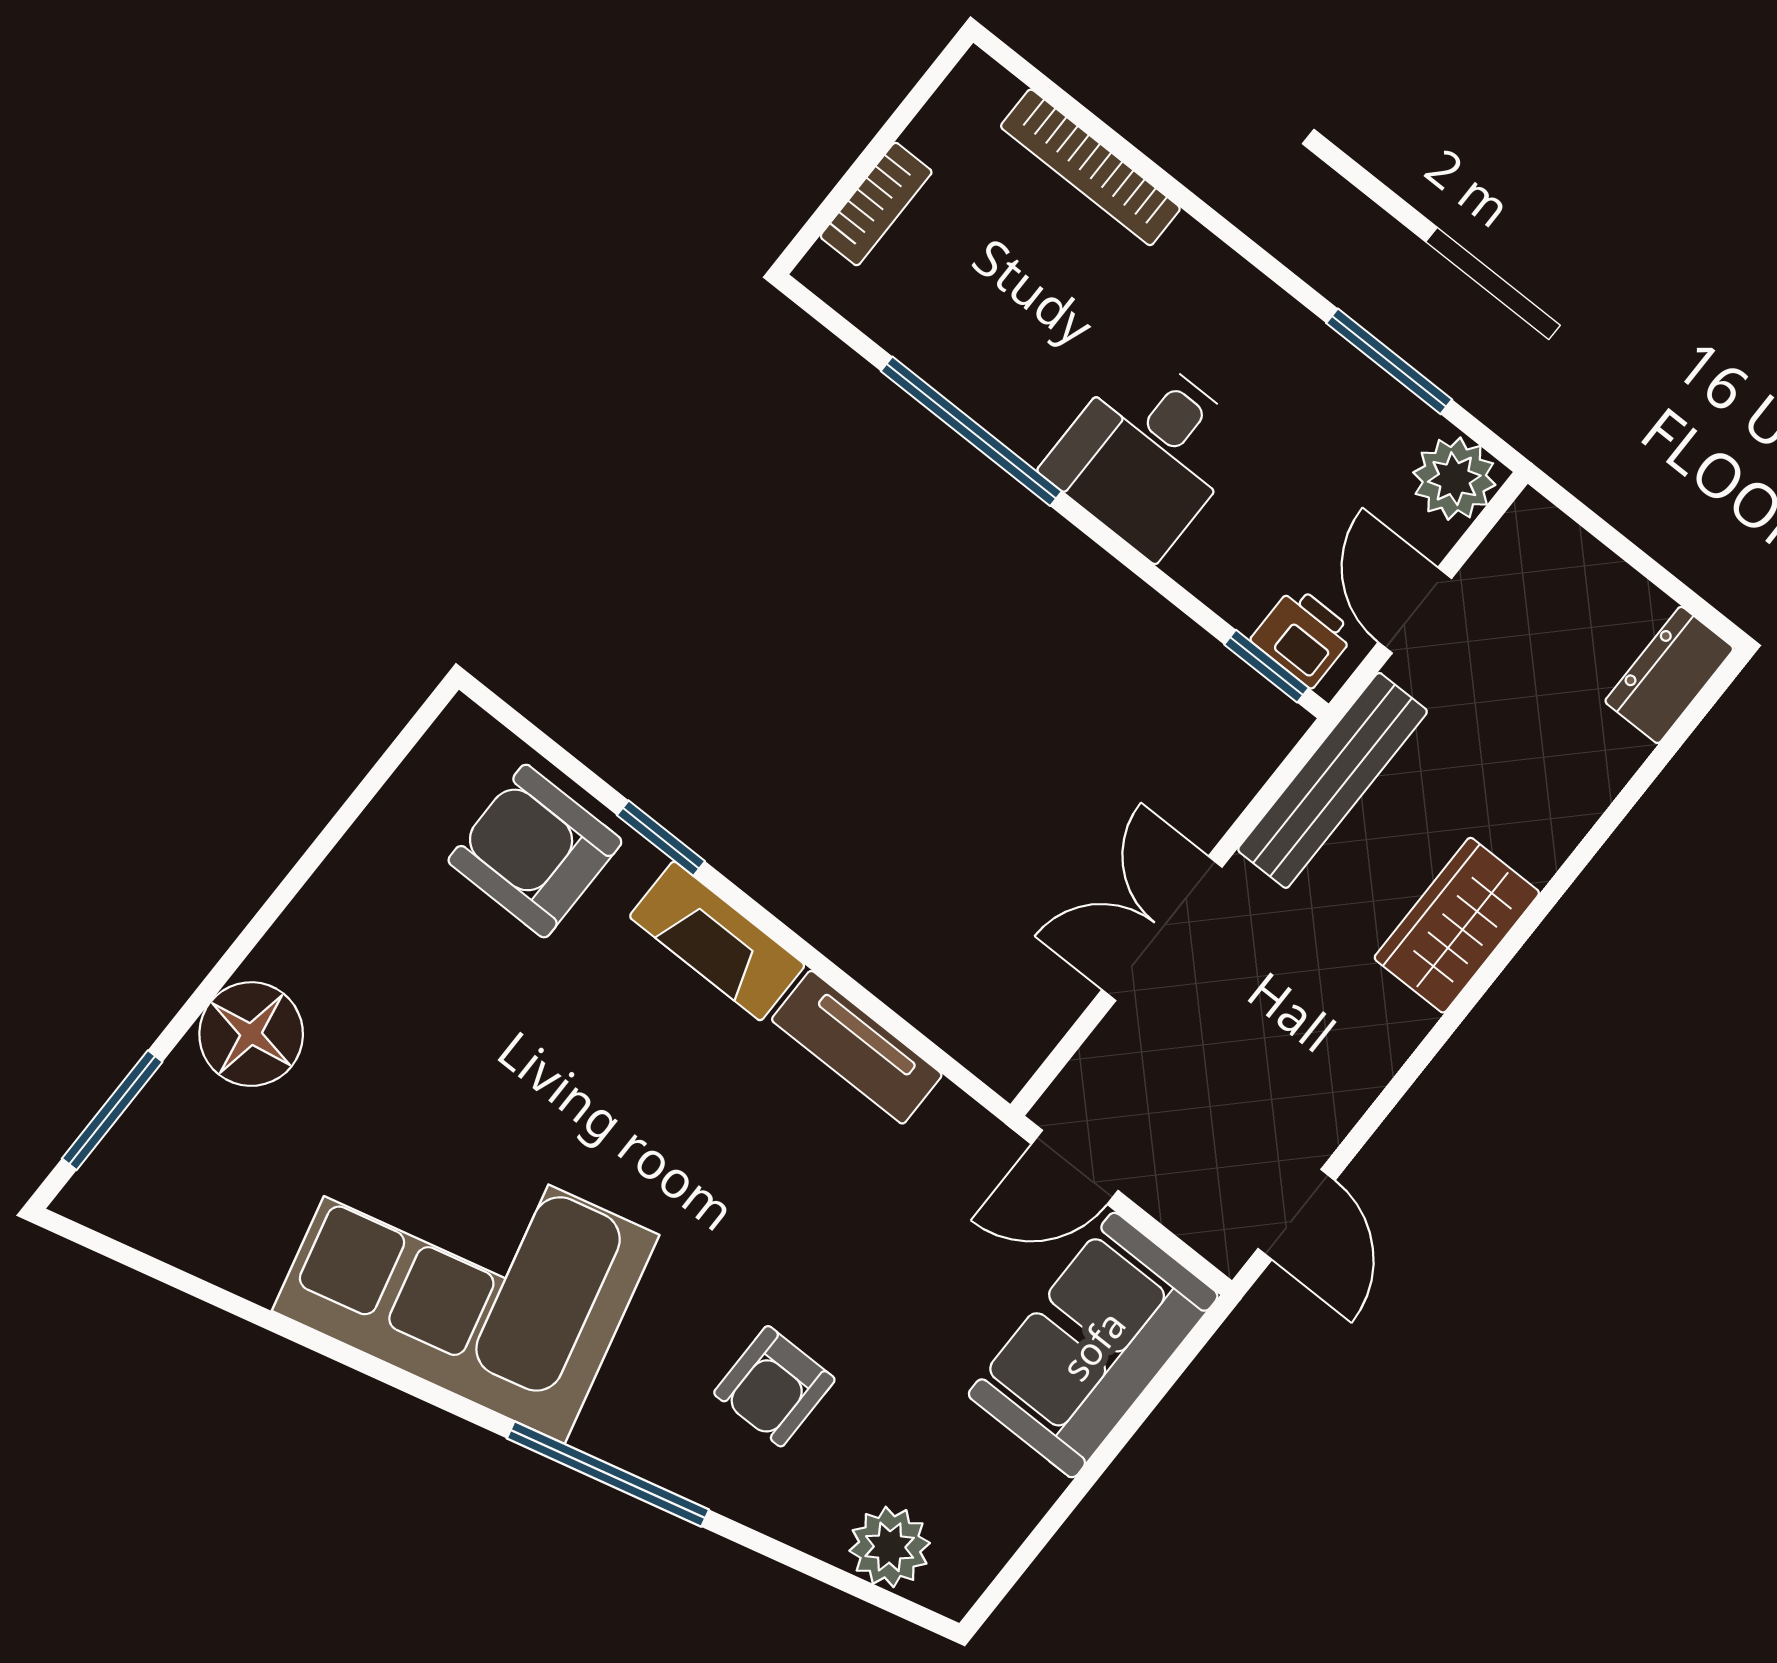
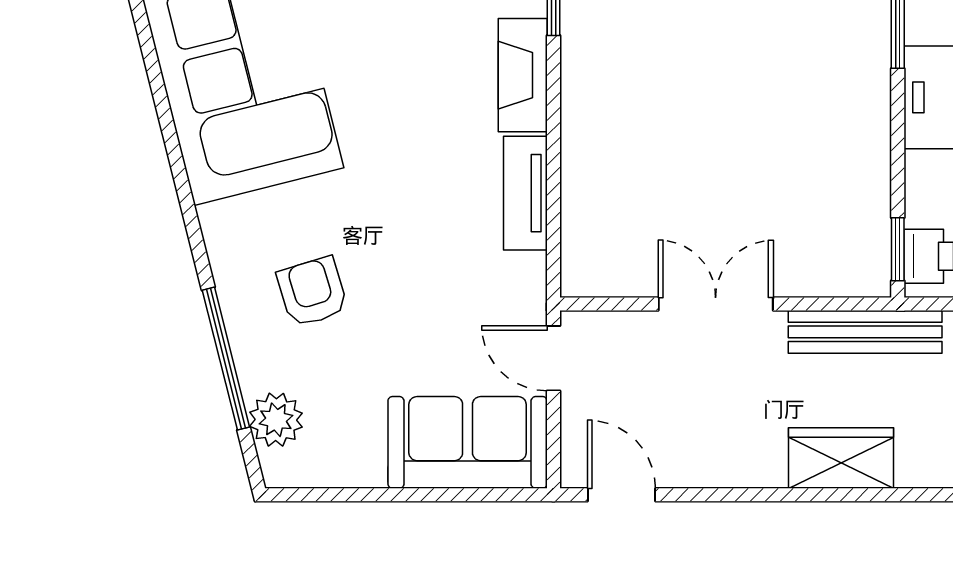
door: (1296, 1215) -> (621, 495), swing flipped
armchair: (774, 1386) -> (312, 292), turned 73
window: (608, 1474) -> (226, 359), moved

